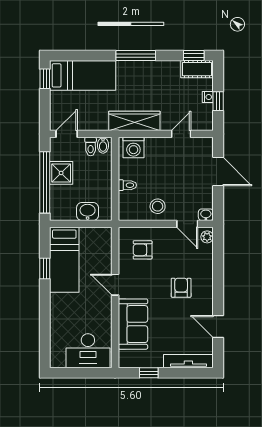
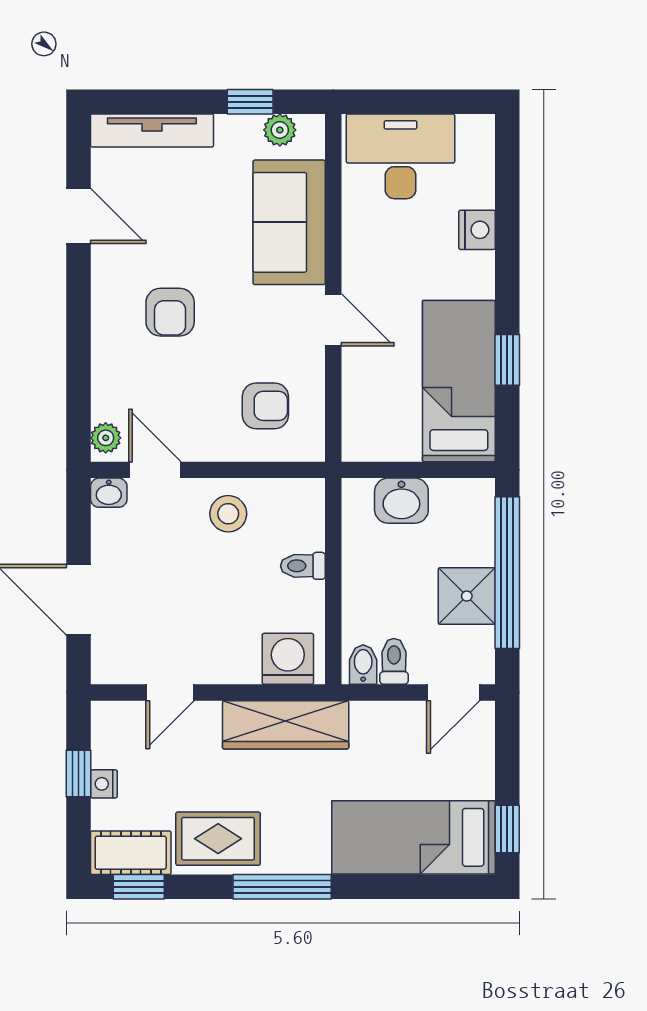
rug: (162, 75) -> (218, 839), added
nightstand: (57, 321) -> (477, 230), added
plant: (137, 361) -> (280, 130), added

